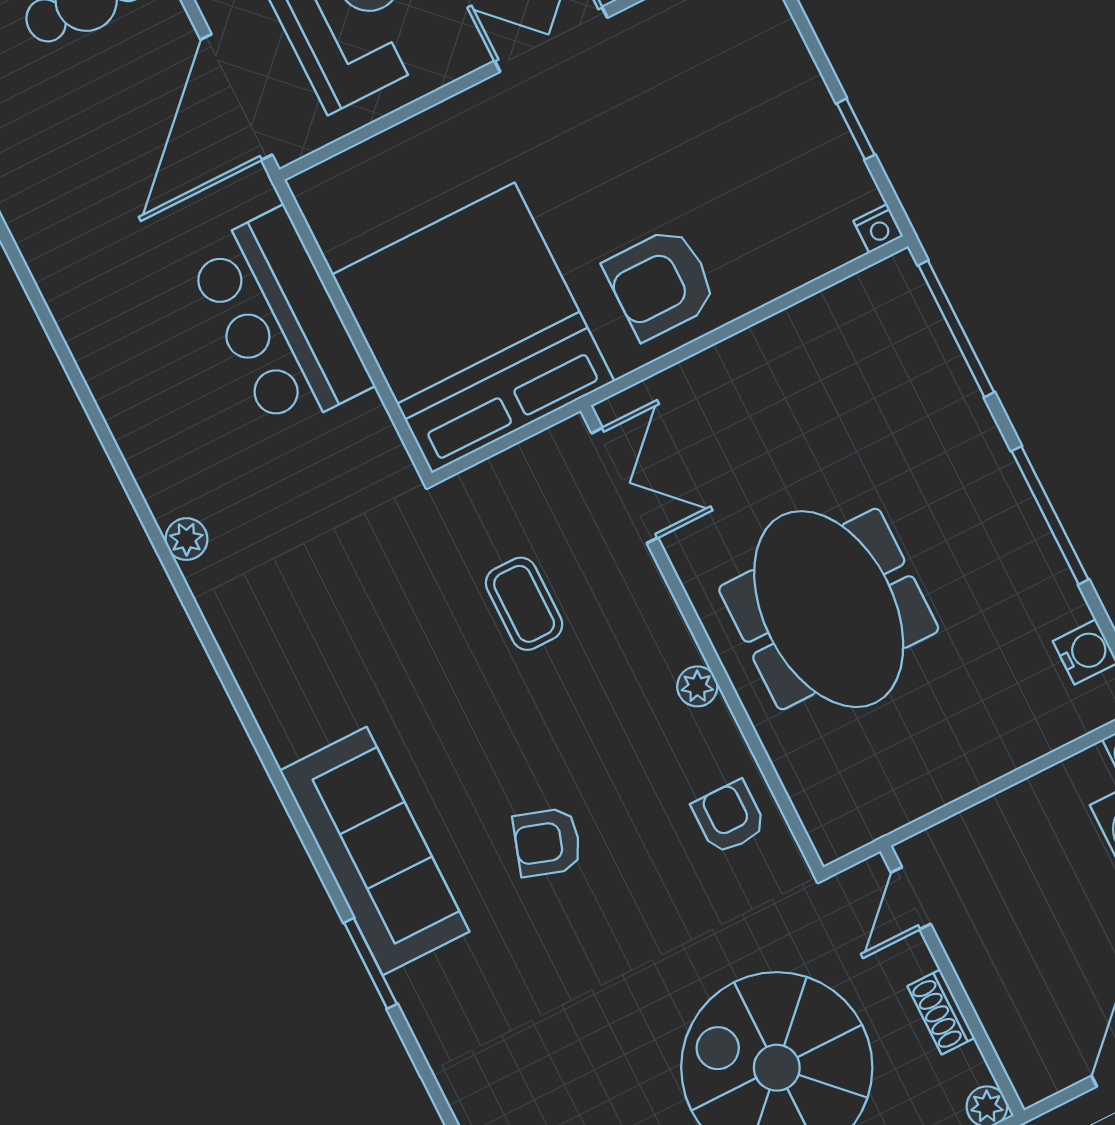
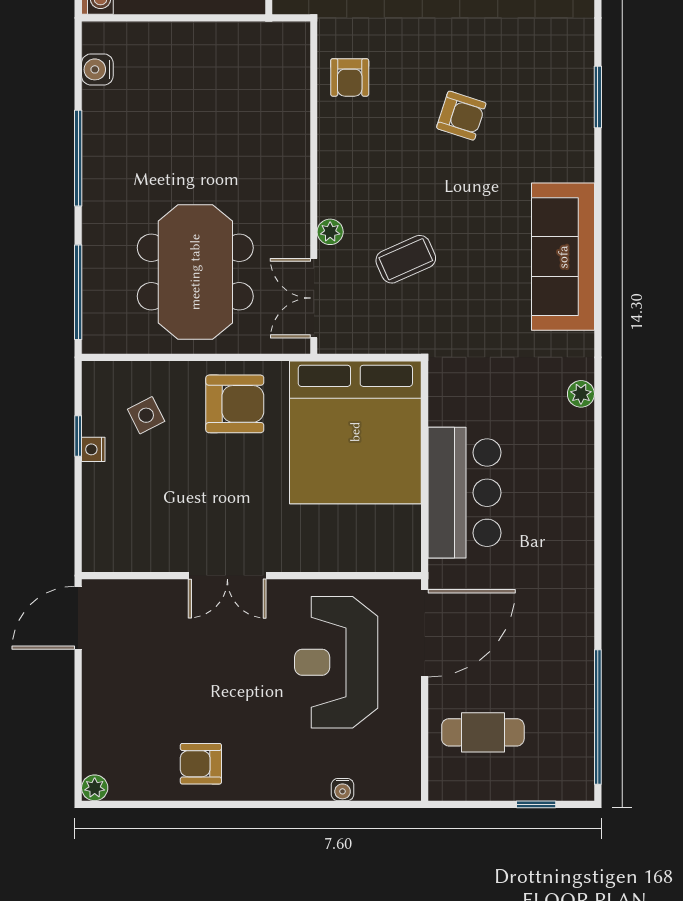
side table: (776, 205) -> (146, 415), added
nightstand: (878, 229) -> (93, 449), moved, turned -90
coffee table: (524, 604) -> (406, 259), turned 66
meeting table: (829, 609) -> (195, 272), moved
plant: (697, 686) -> (330, 232), moved
sofa: (375, 851) -> (563, 257), moved

